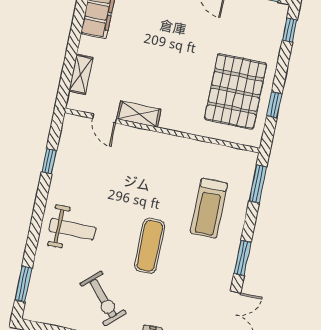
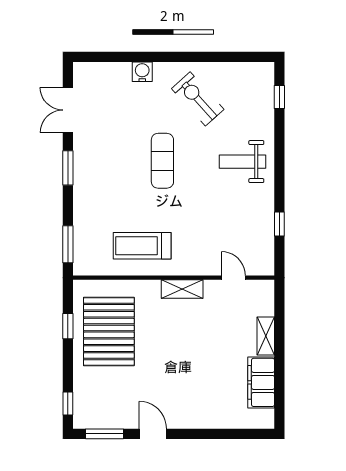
shelving: (81, 74) -> (266, 336), moved
shelving: (139, 114) -> (182, 289), moved
treadmill: (209, 208) -> (142, 246), moved, turned -90
window: (24, 284) -> (279, 97), width x0.67

